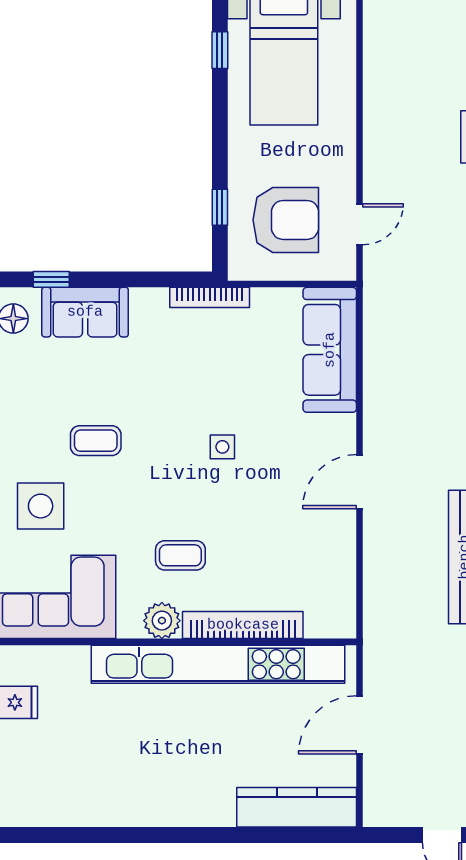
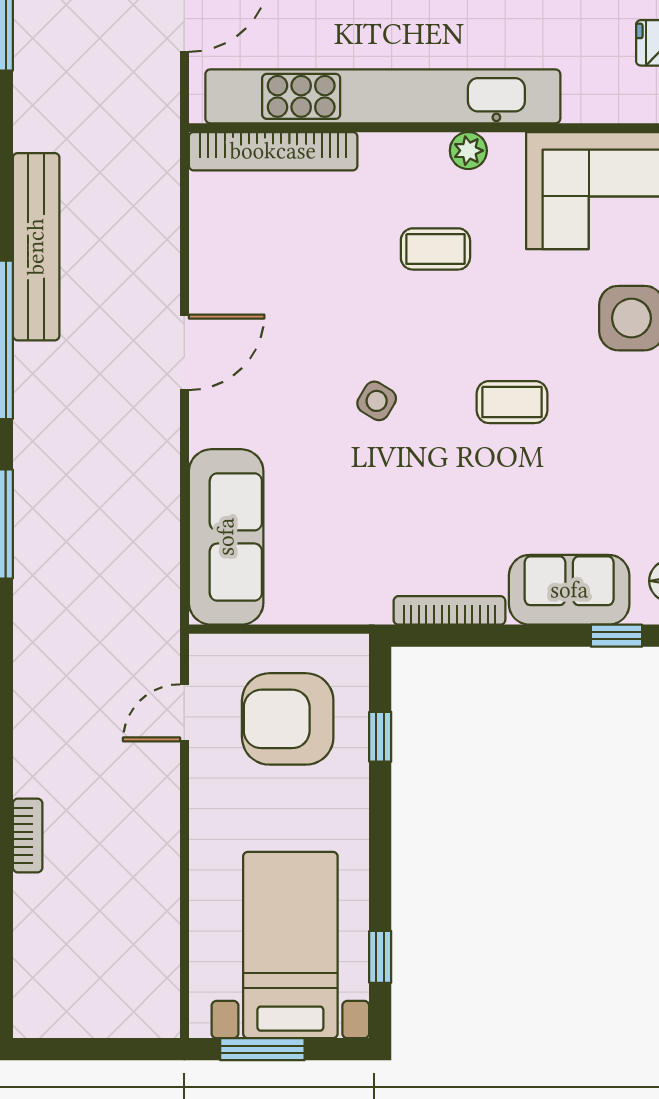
bookcase: (210, 297) -> (449, 610), moved
coffee table: (96, 441) -> (512, 402), moved
side table: (222, 447) -> (377, 401), turned 31
plant: (162, 621) -> (468, 151), width x0.73, depth x0.73
bookcase: (243, 625) -> (273, 151), moved

